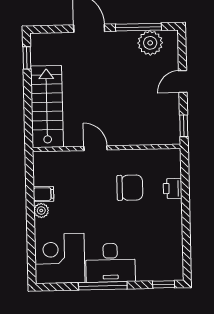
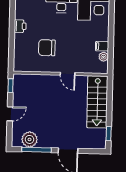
printer: (173, 188) -> (20, 26), moved
plant: (41, 210) -> (103, 57), moved

